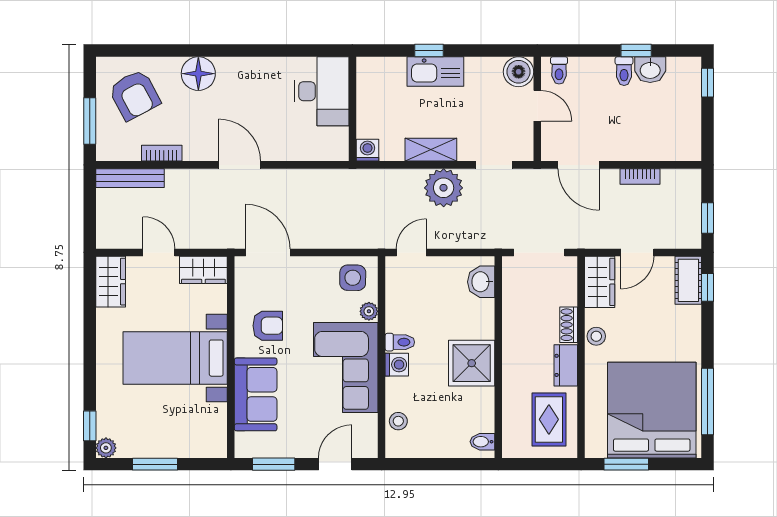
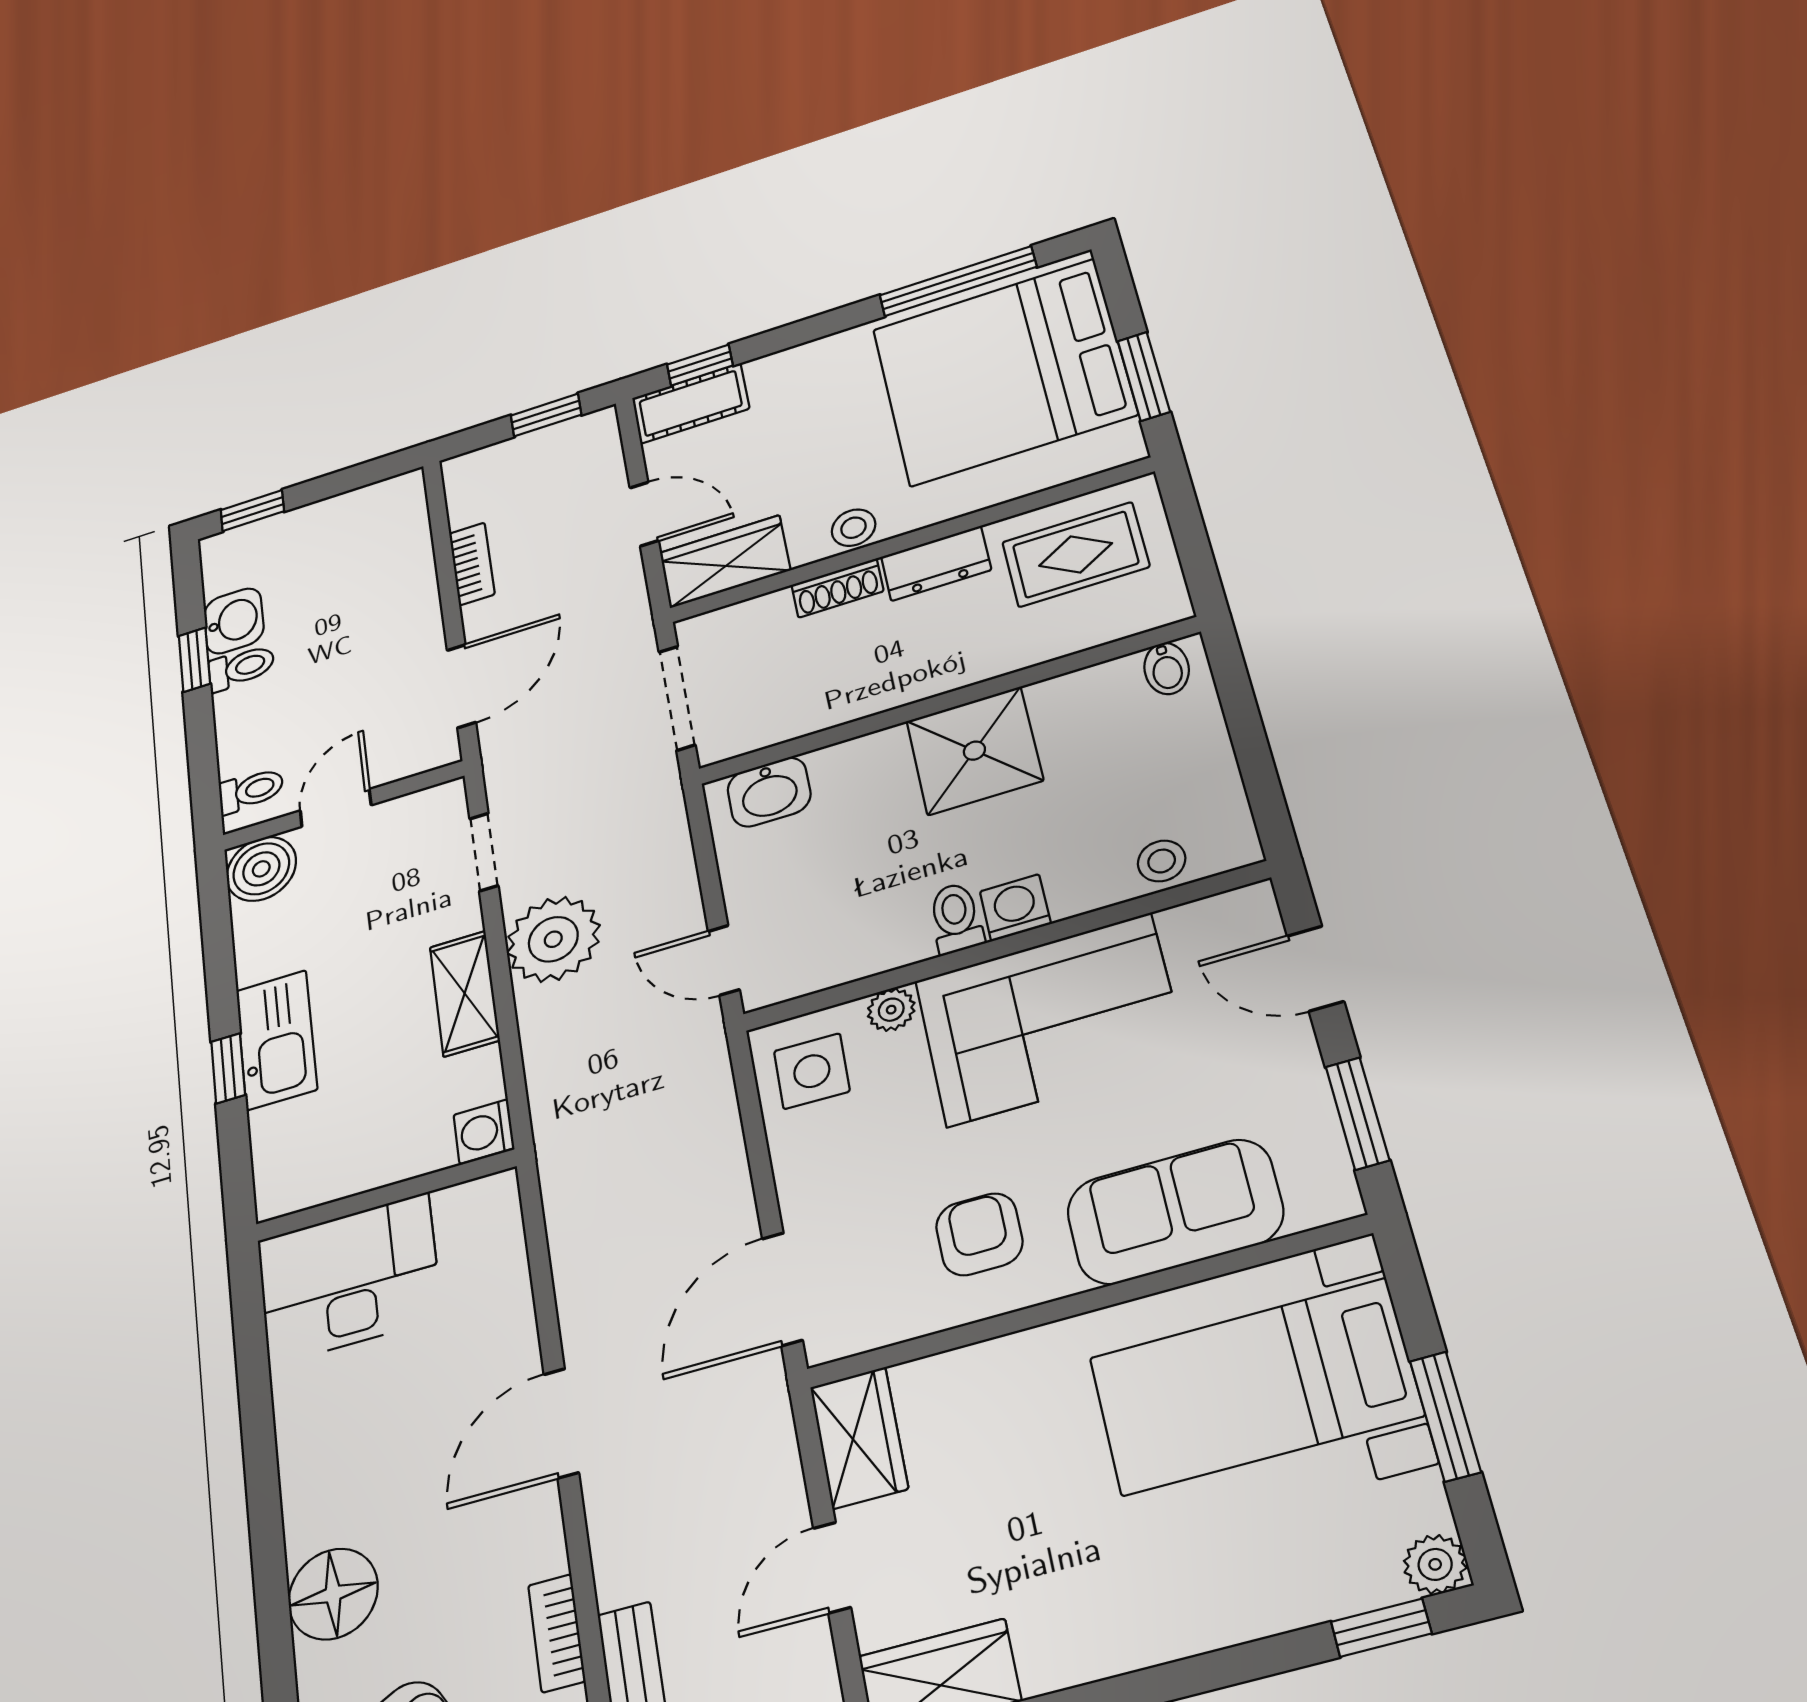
bed with nightstands: (175, 358) -> (1255, 1387), moved, turned 90

